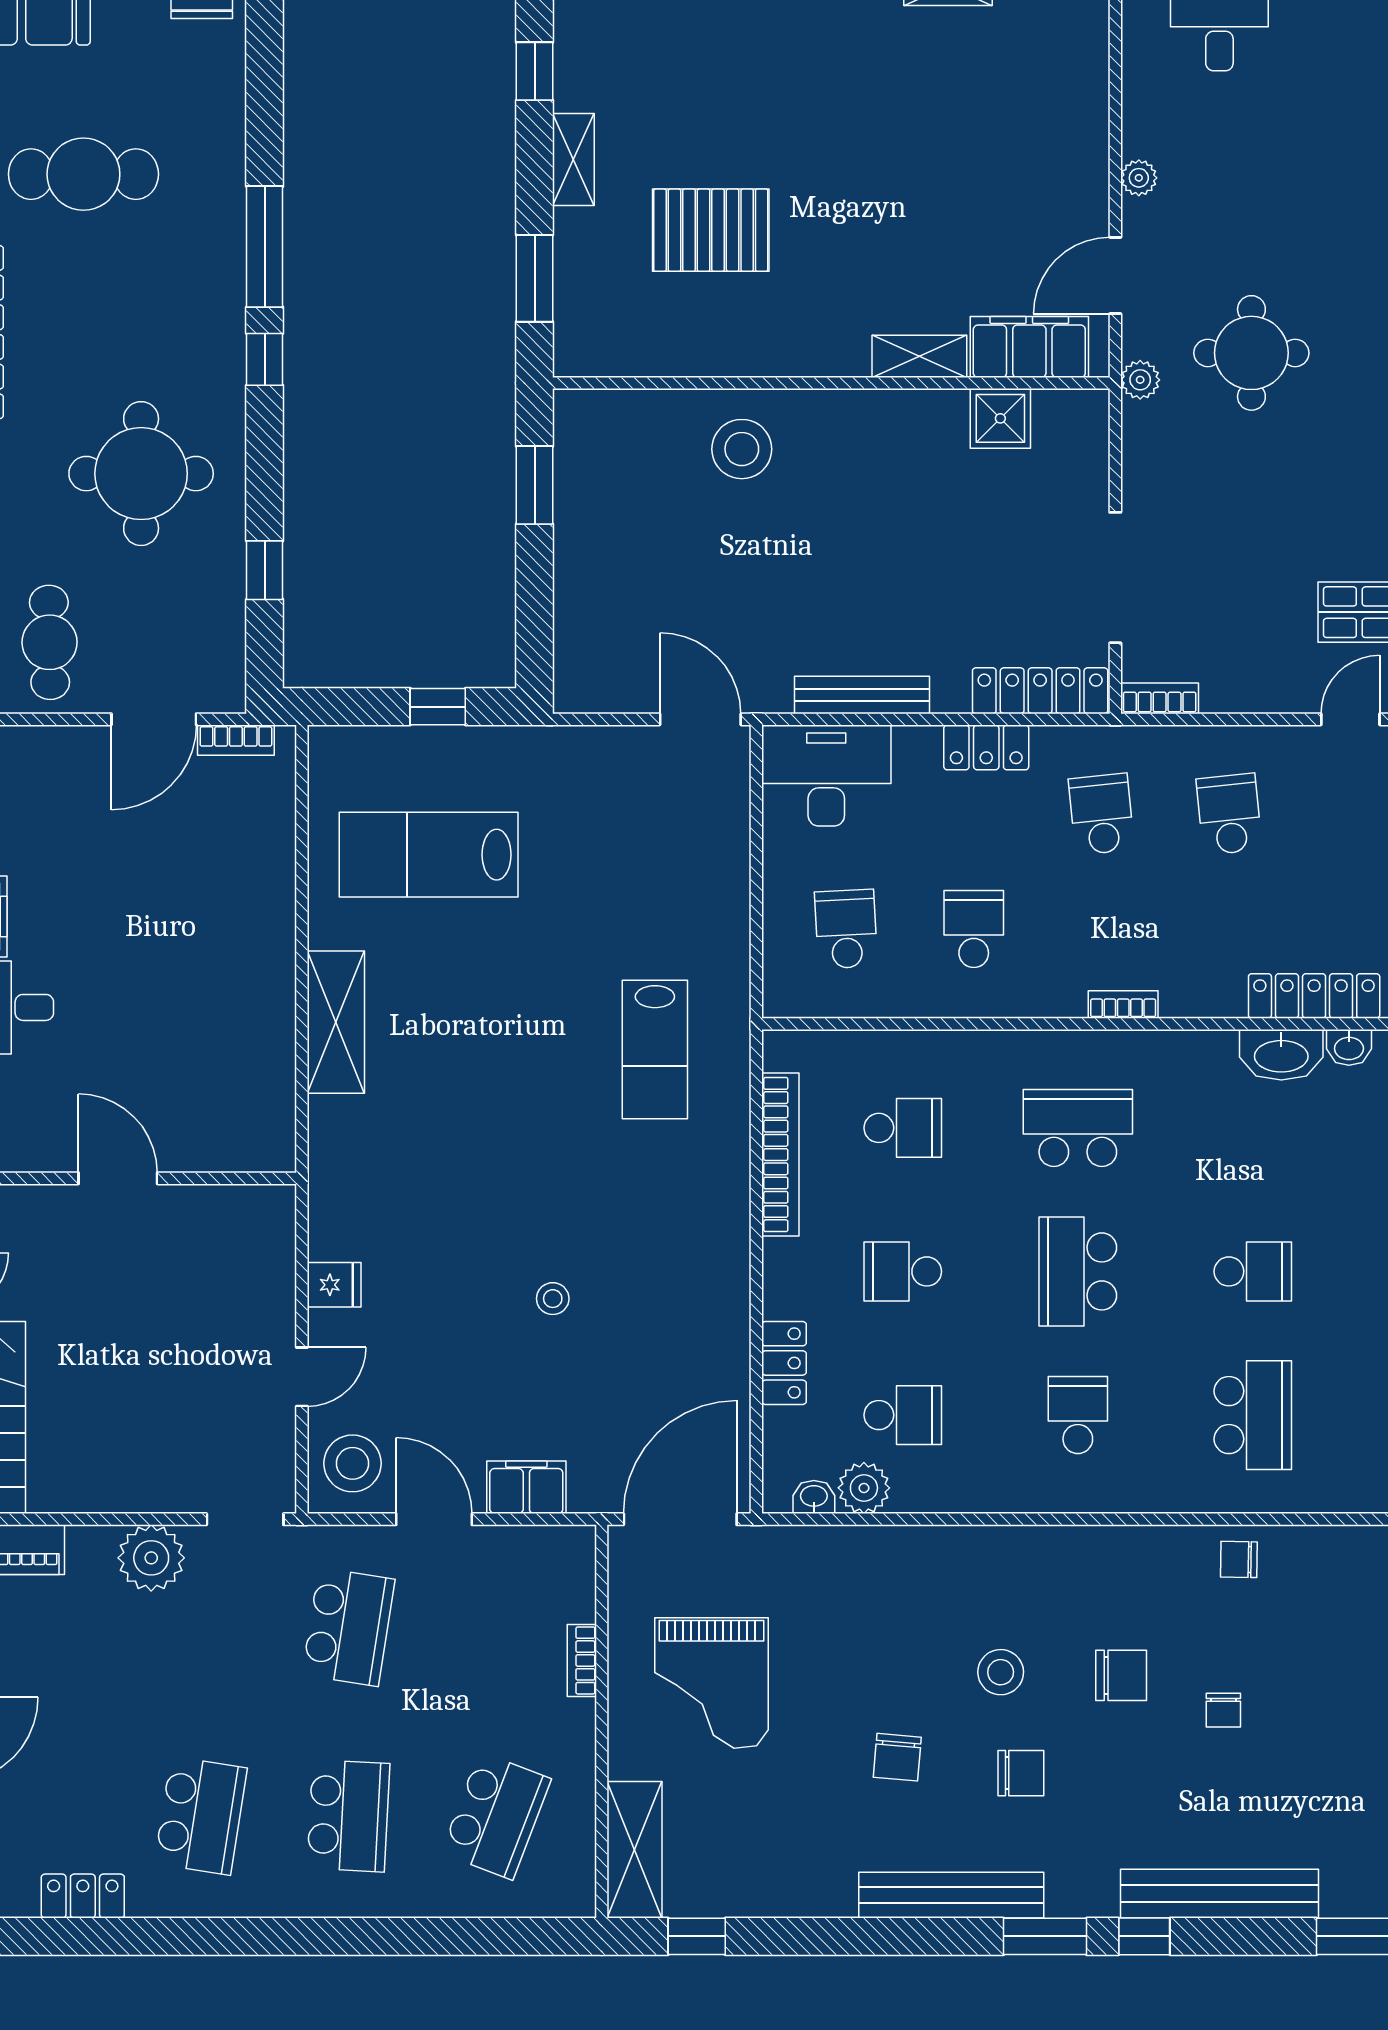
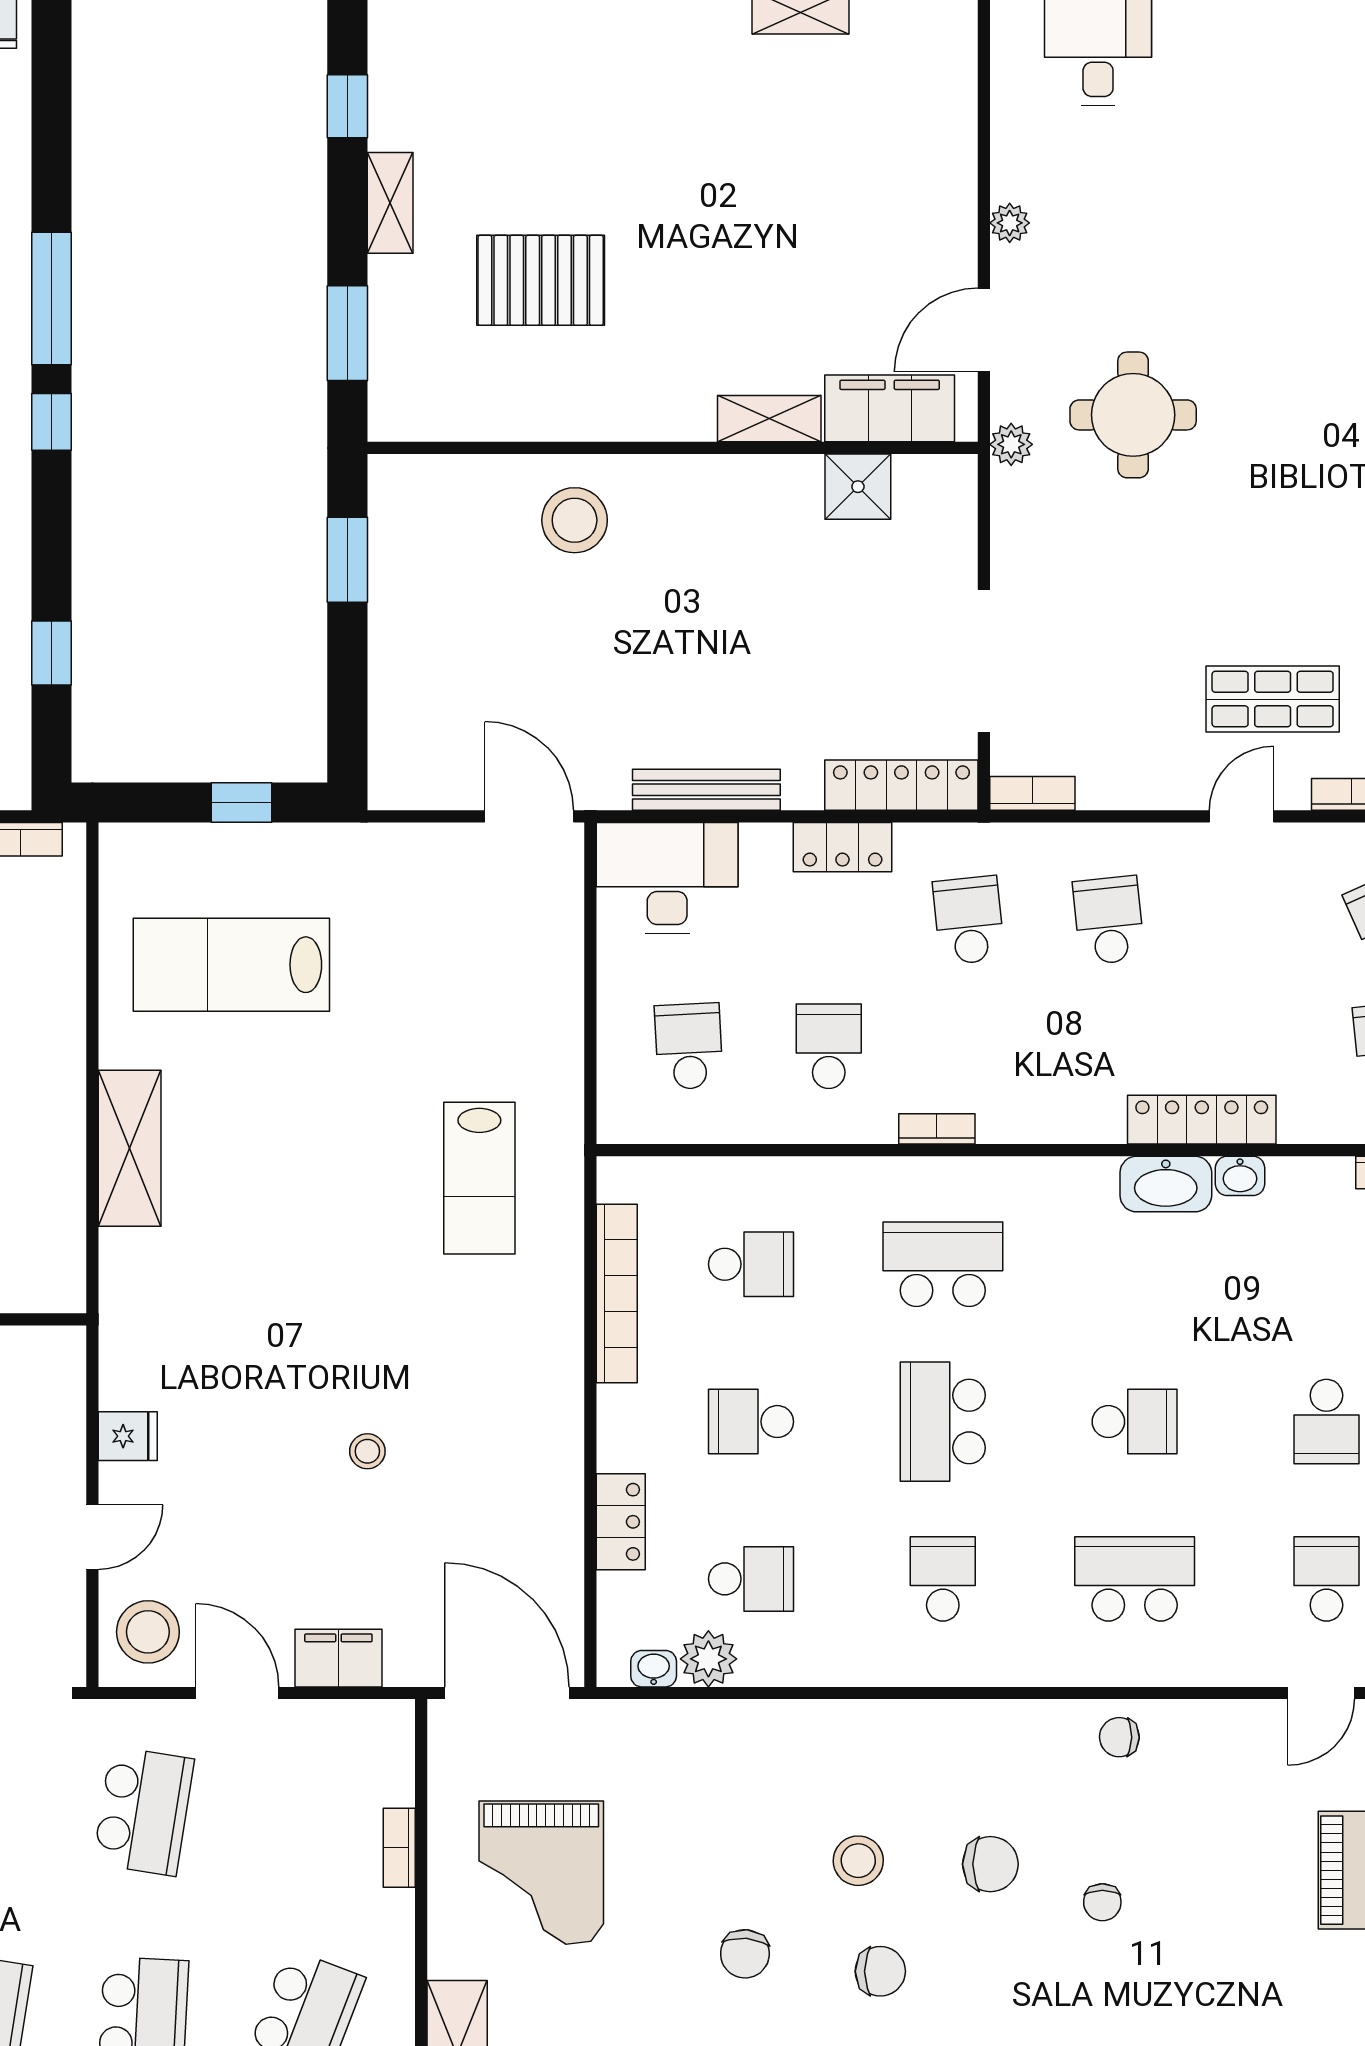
bookcase: (1123, 1004) -> (937, 1129), moved
school desk: (1253, 1415) -> (1135, 1579), turned -90
door: (680, 1519) -> (507, 1693), hinge flipped

